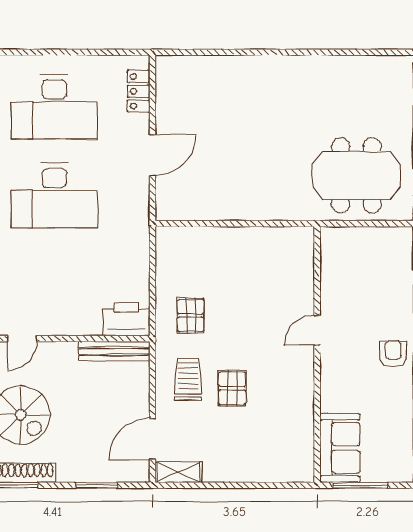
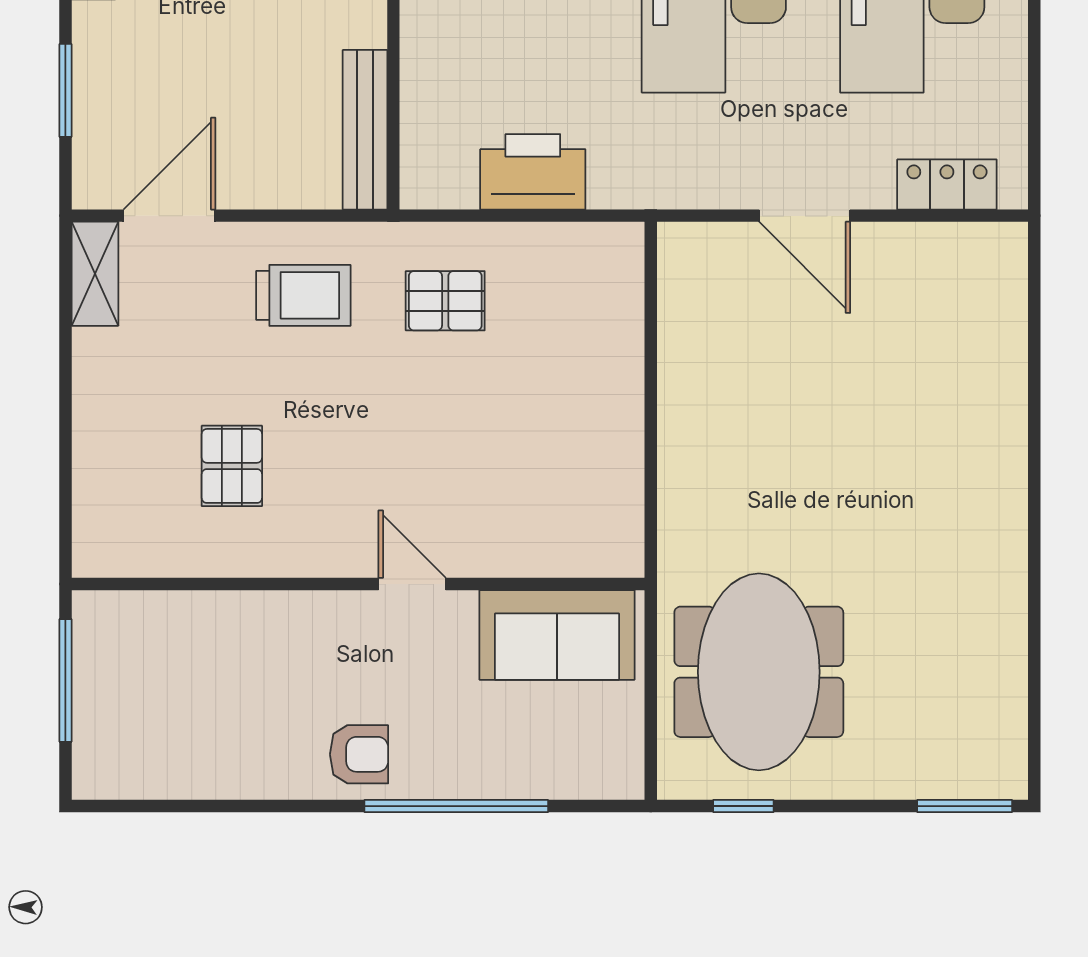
printer: (126, 319) -> (533, 172), moved, turned -90
pallet: (232, 388) -> (232, 466), moved, turned 90
door: (152, 439) -> (169, 216), hinge flipped
sofa: (340, 448) -> (557, 635), moved

